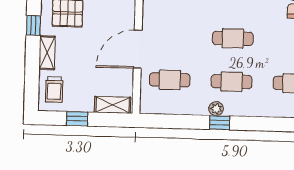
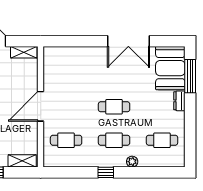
door: (138, 49) -> (41, 106), moved
plant: (216, 109) -> (132, 162), moved

